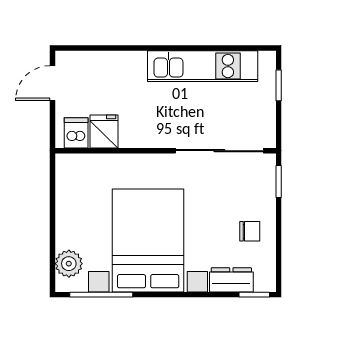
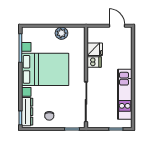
dishwasher: (76, 133) -> (94, 62), moved
plant: (69, 264) -> (61, 33), moved
dresser: (231, 280) -> (27, 112), width x1.44

